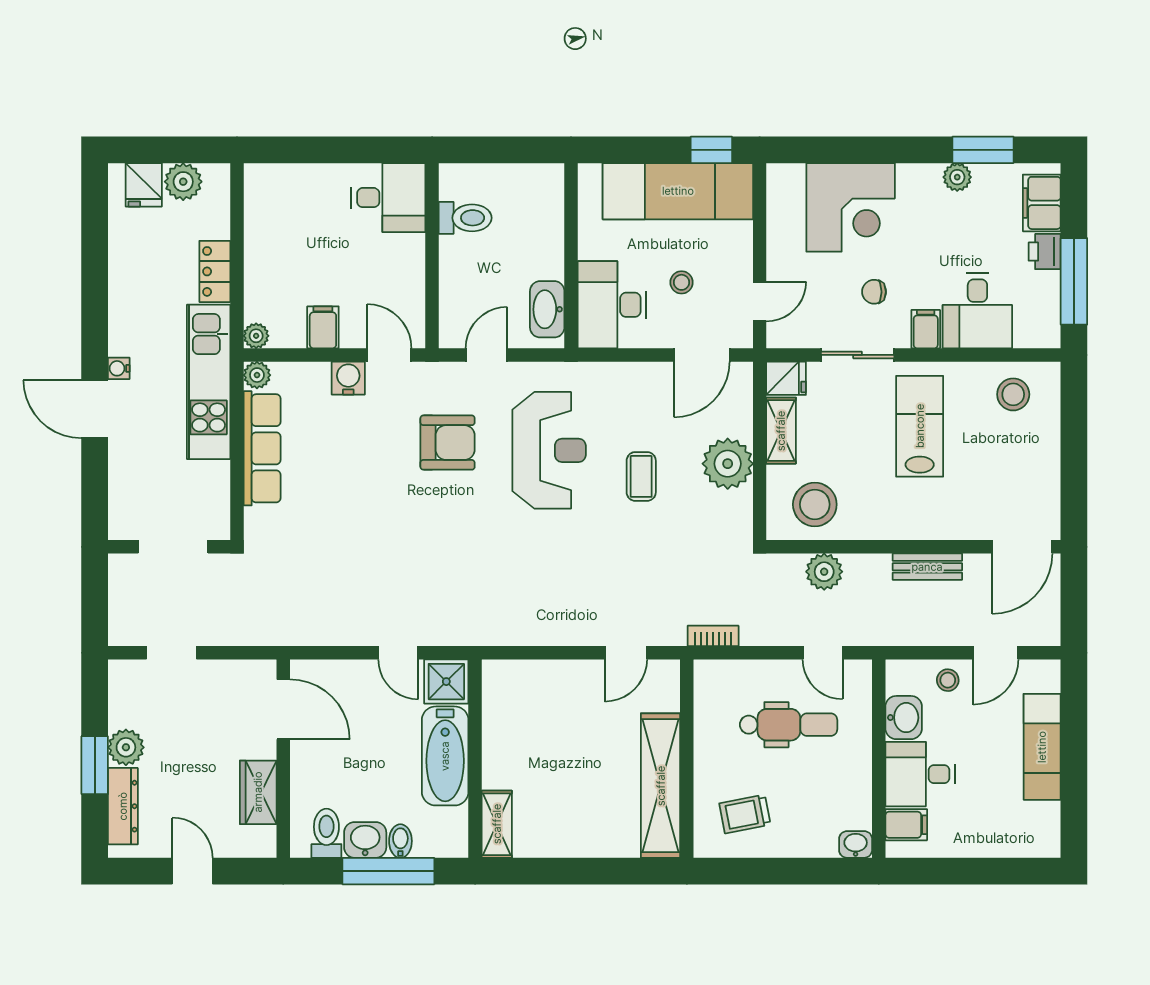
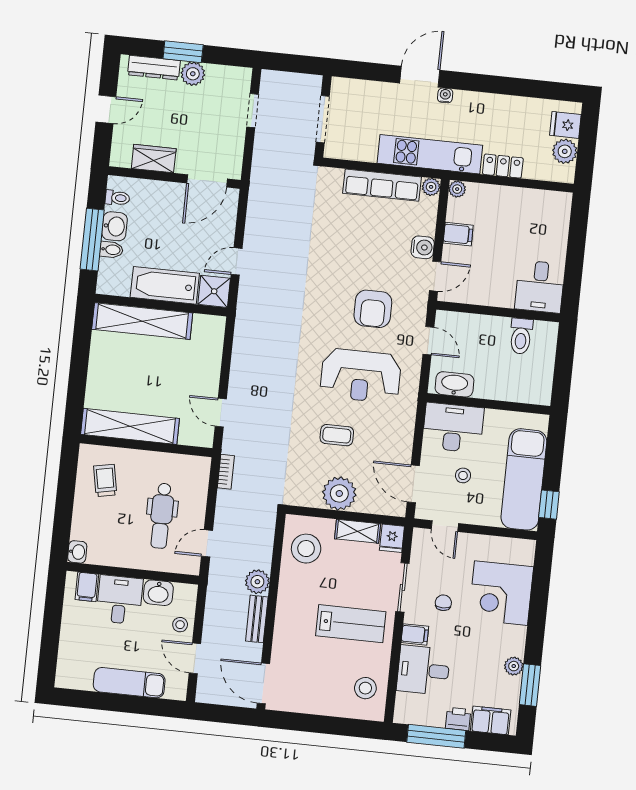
plant: (824, 572) -> (257, 582), moved
shelving: (497, 824) -> (142, 321), width x2.20, depth x1.33
toilet: (326, 833) -> (117, 198), width x0.73, depth x0.72

